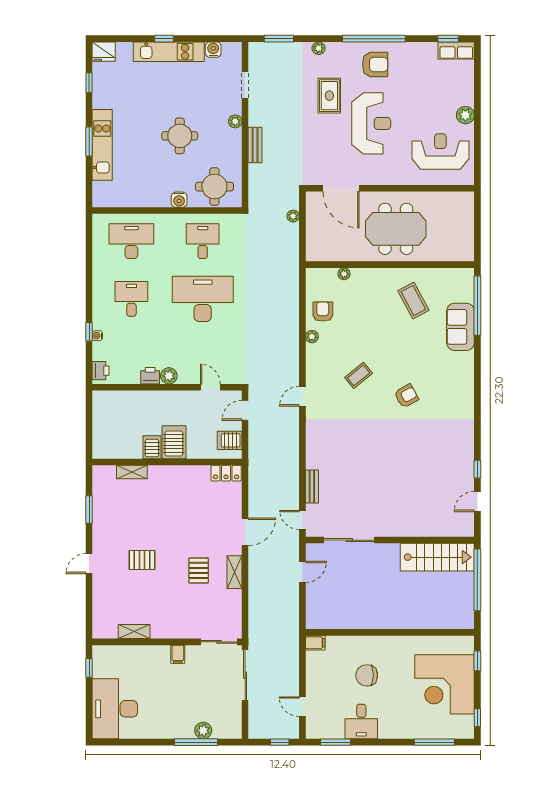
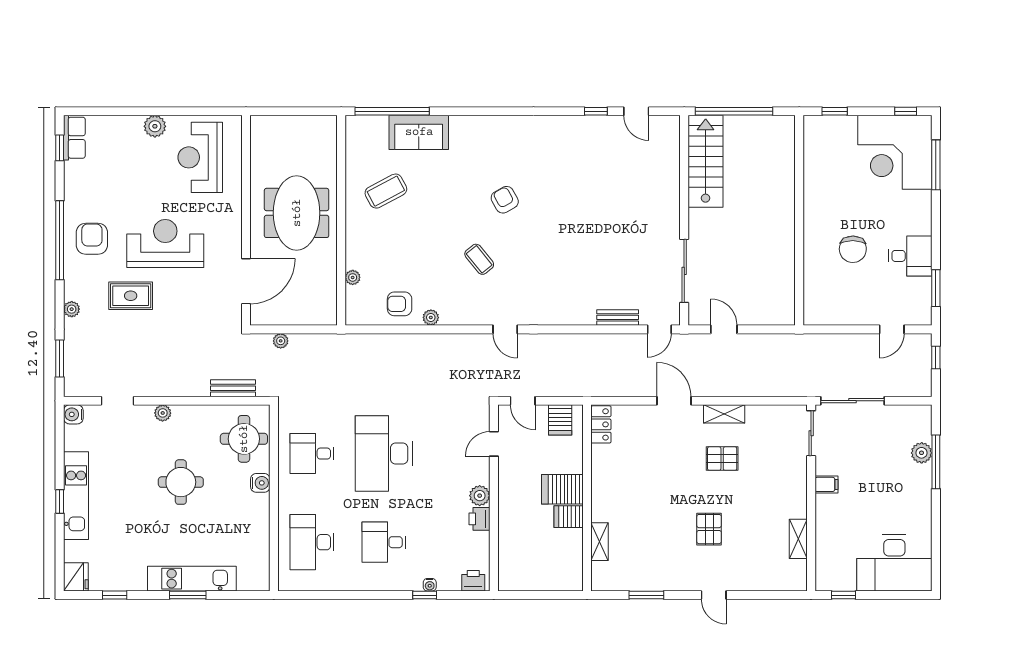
water cooler: (213, 50) -> (73, 414), moved
bench: (255, 145) -> (233, 388), moved
filing cabinet: (315, 643) -> (812, 313), removed
corner desk: (445, 684) -> (895, 152), moved, turned 90

